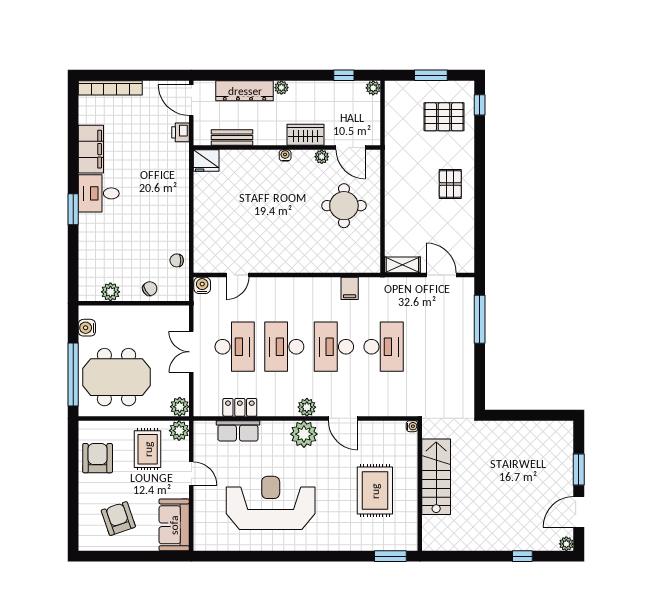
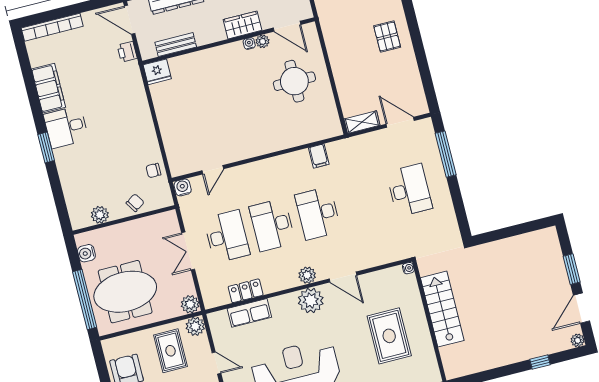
water cooler: (285, 155) -> (249, 43), moved
desk: (384, 347) -> (409, 190), moved

